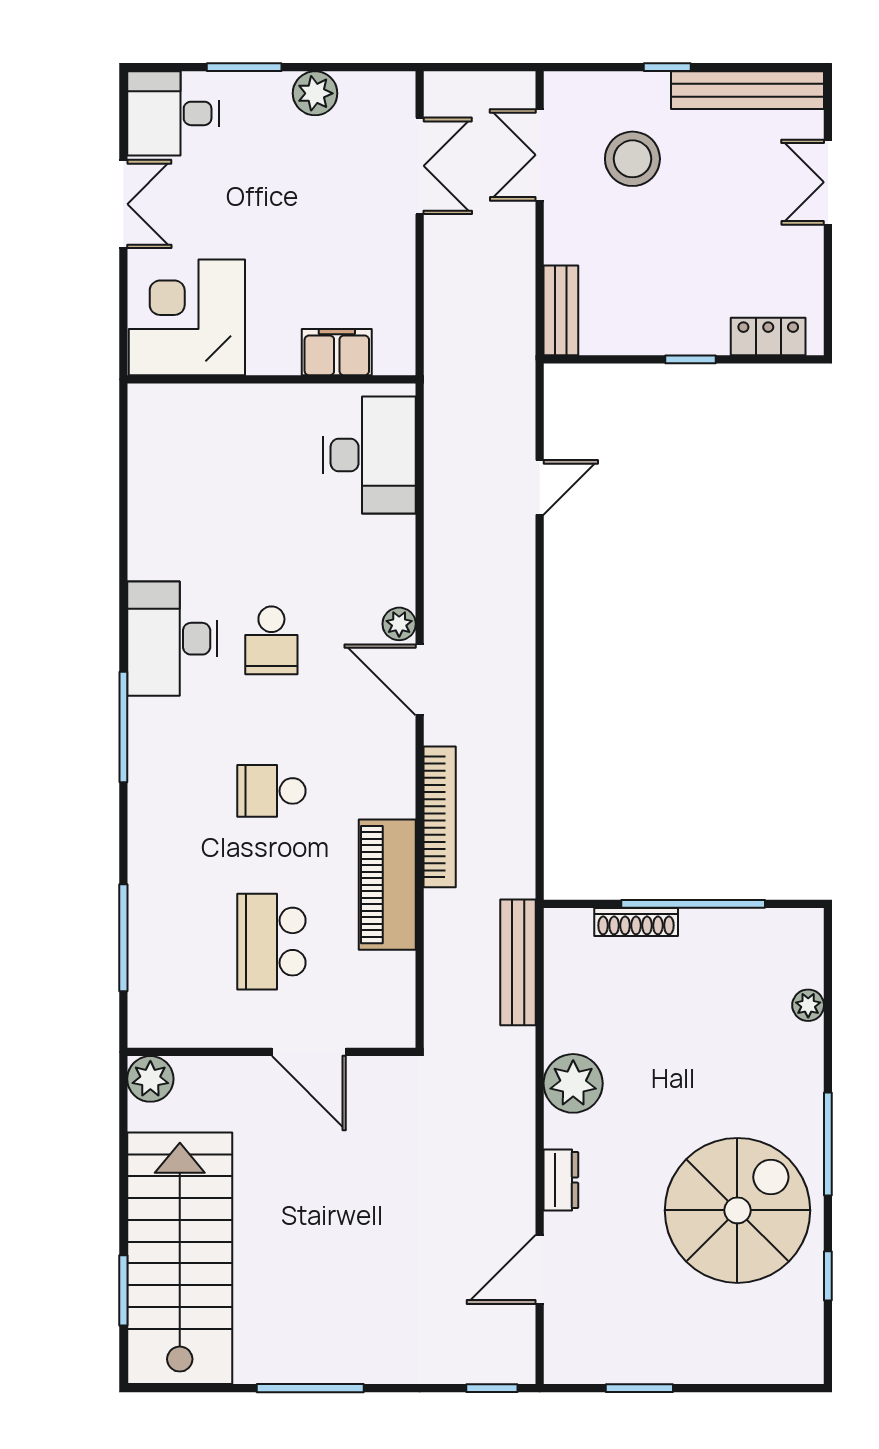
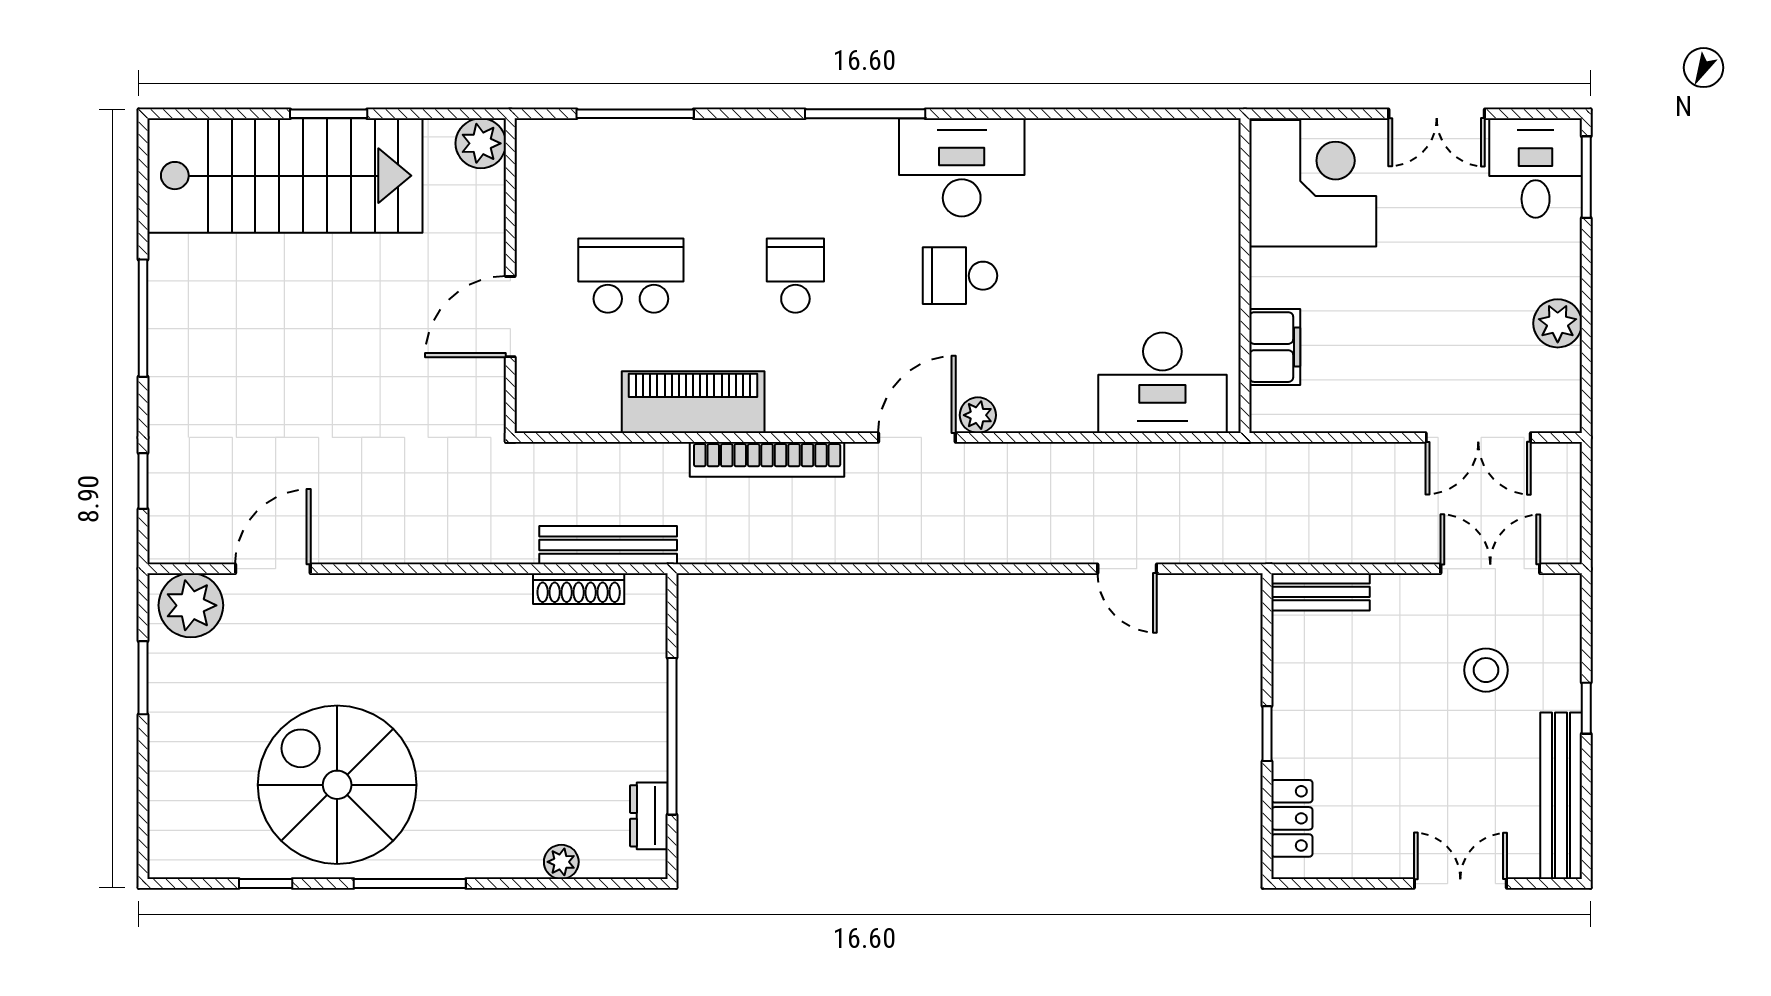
window: (244, 67) -> (1586, 177), moved
stool: (632, 159) -> (1486, 670), width x0.73, depth x0.73
shoe rack: (636, 922) -> (579, 589), moved, turned -90
plant: (573, 1083) -> (191, 605), moved
dresser: (561, 1180) -> (649, 816), moved, turned 90
spiral stairs: (737, 1210) -> (337, 785), turned 180
door: (540, 1269) -> (273, 569), hinge flipped
window: (123, 1290) -> (329, 114), moved
window: (492, 1388) -> (143, 481), moved

